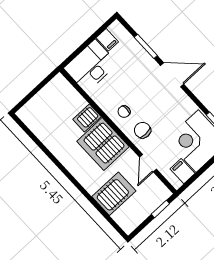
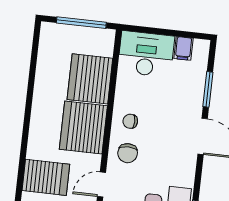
window: (37, 89) -> (81, 23), added
server rack: (87, 118) -> (90, 79), width x2.18, depth x1.44
chair: (142, 130) -> (128, 153), turned 180

